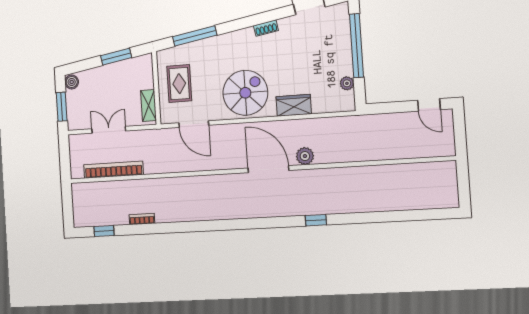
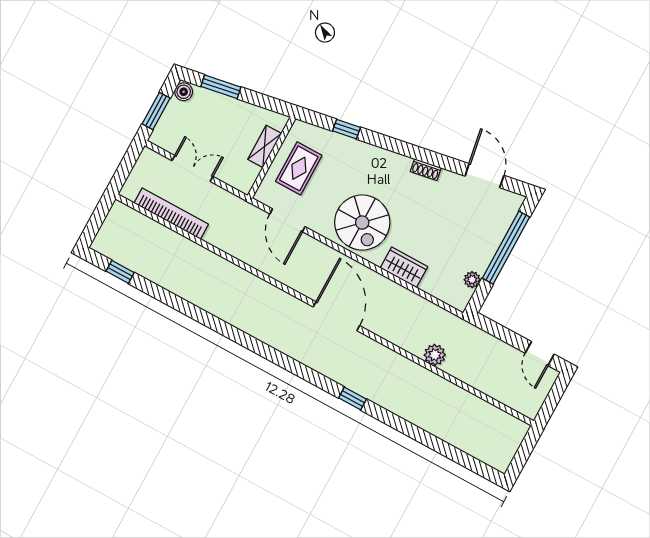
window: (195, 36) -> (346, 129), width x0.46
window: (116, 57) -> (221, 87), moved
spiral stairs: (245, 93) -> (362, 223), turned 90
shelving: (149, 105) -> (265, 146), moved
plant: (305, 156) -> (435, 355), moved
bookcase: (142, 219) -> (170, 285), removed

